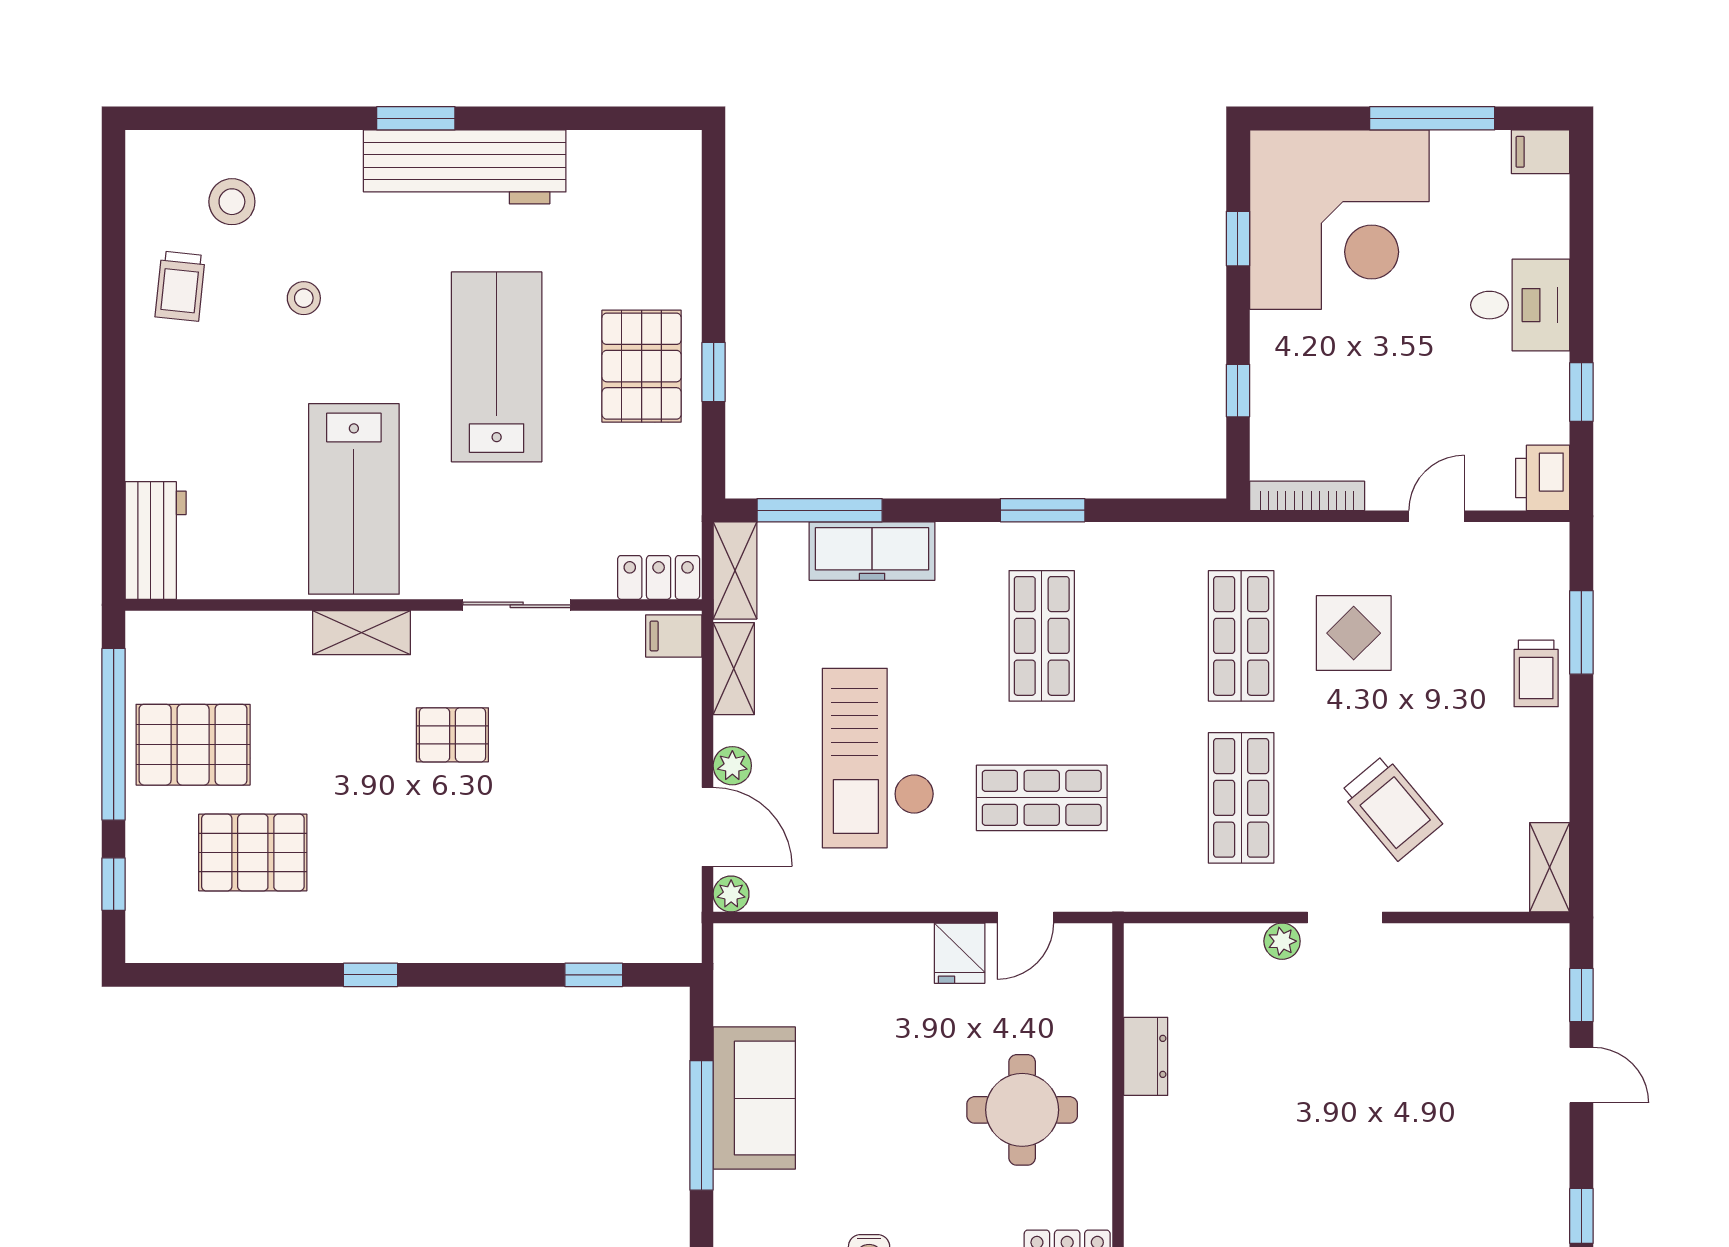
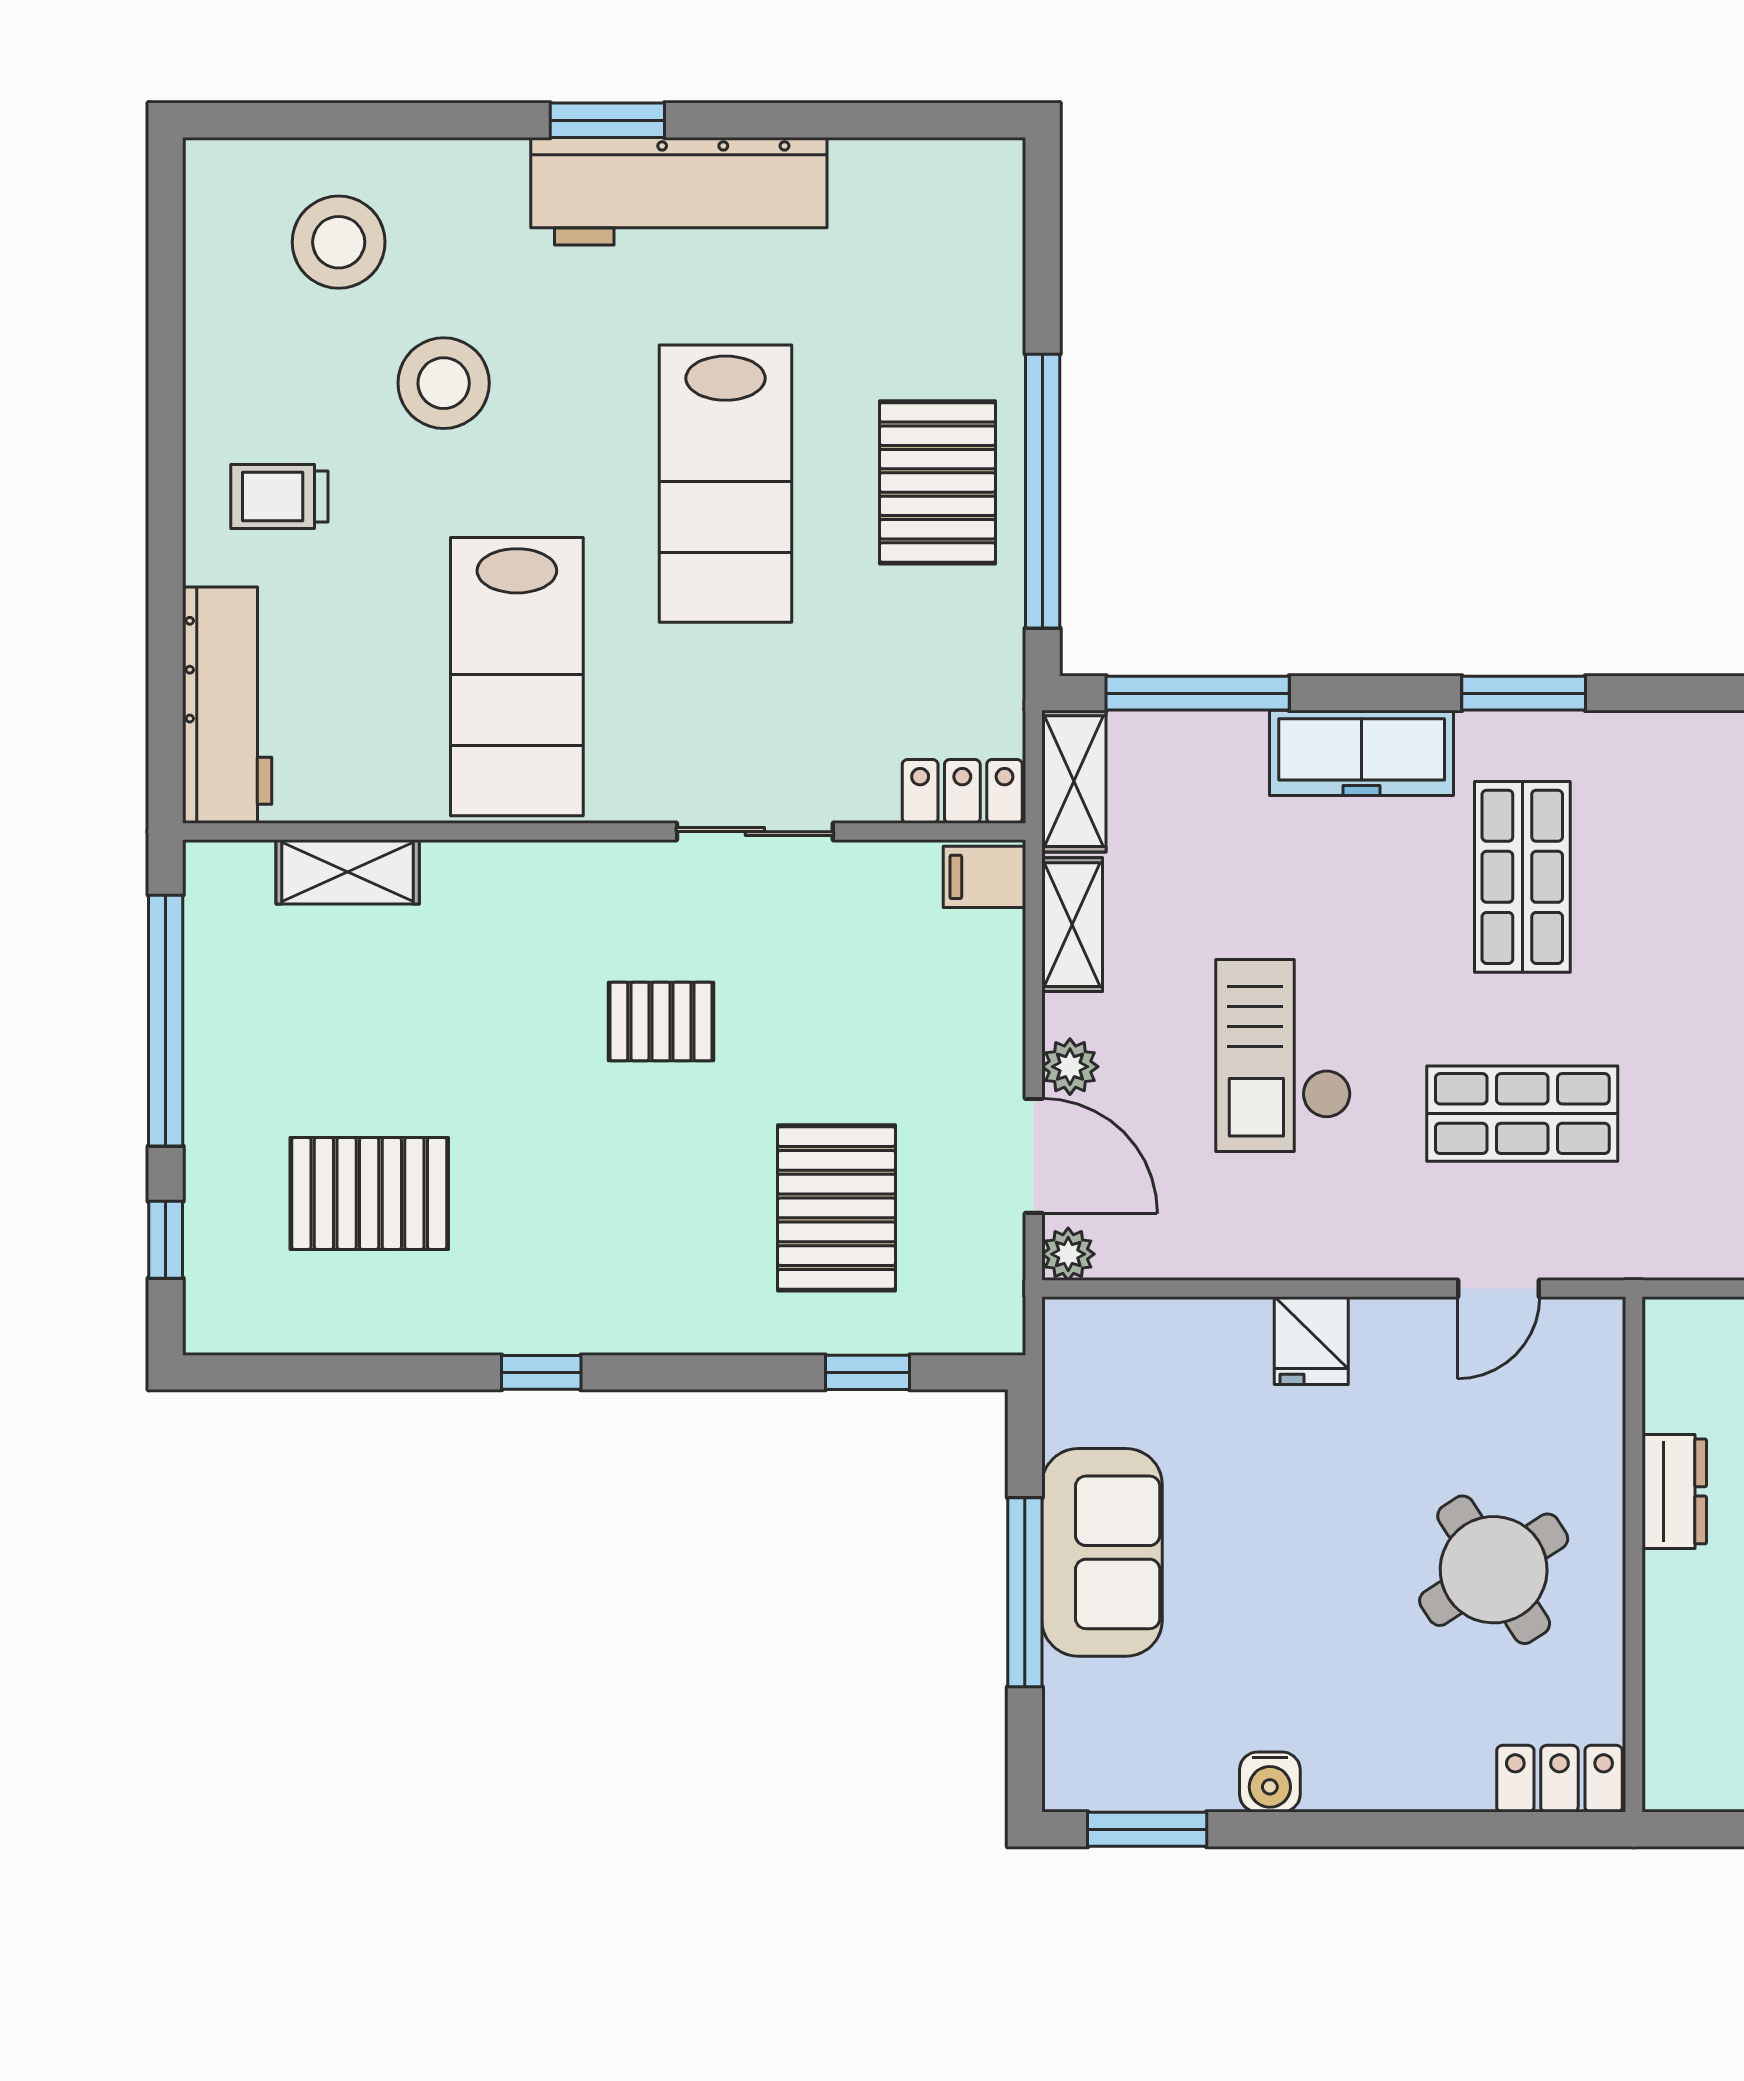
stool: (232, 202) -> (339, 242), width x1.38, depth x1.38
trolley: (180, 286) -> (279, 496), moved, turned 84
stool: (304, 298) -> (444, 383), width x1.89, depth x1.89
lab bench: (497, 367) -> (726, 484), turned 180
window: (714, 372) -> (1043, 491), width x3.17
workbench: (156, 540) -> (227, 705), width x1.38
freezer: (872, 551) -> (1362, 753), moved
shelving: (361, 633) -> (348, 872), moved
pallet: (193, 745) -> (836, 1208), moved, turned 90
checkout: (878, 758) -> (1283, 1055), width x0.73, depth x0.83
fridge: (960, 953) -> (1311, 1341), moved
round table: (1022, 1110) -> (1494, 1570), turned -33

